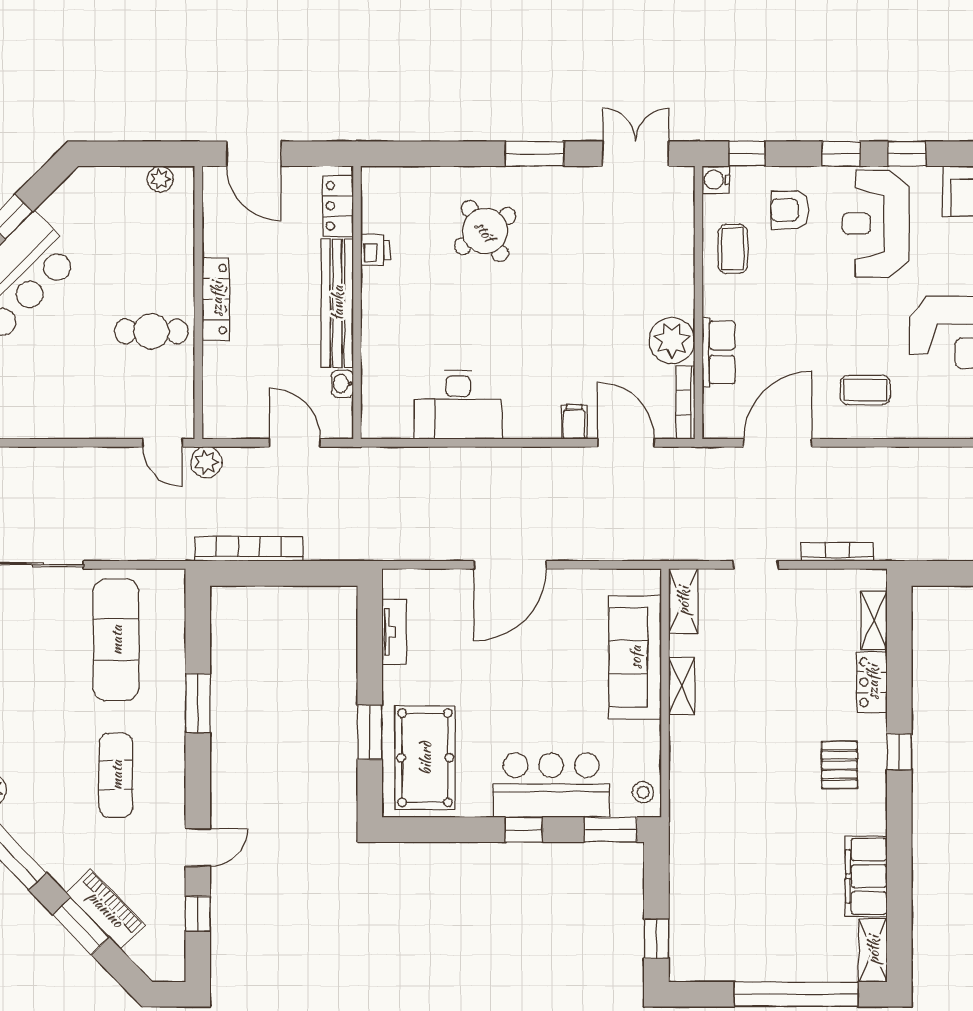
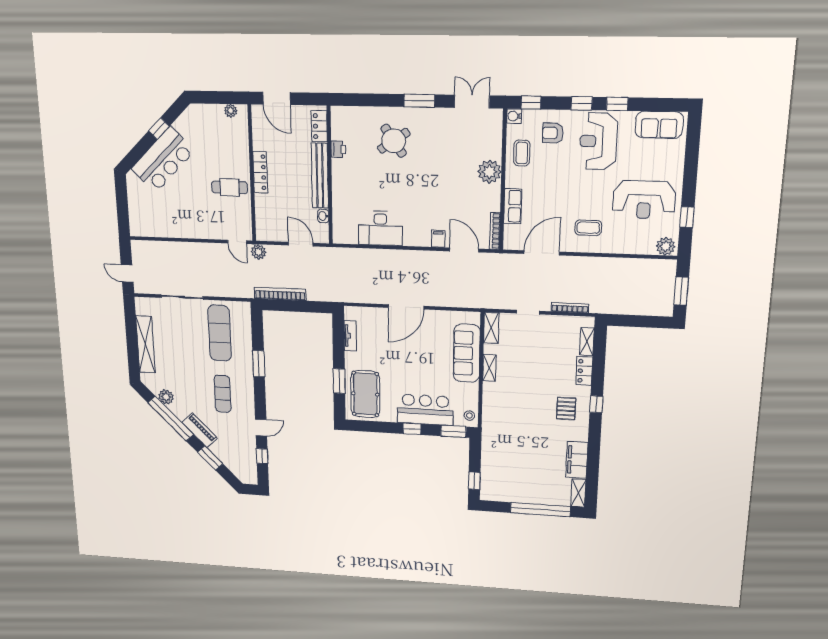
plant: (672, 340) -> (489, 172), moved
piano: (106, 909) -> (200, 430), moved

